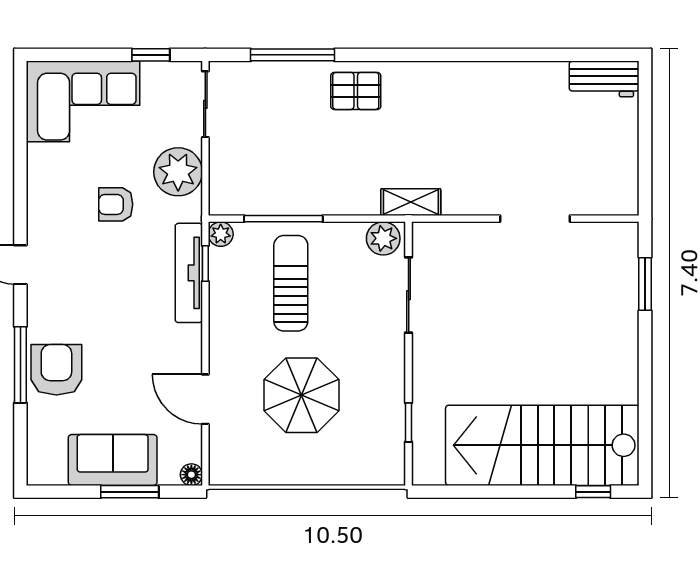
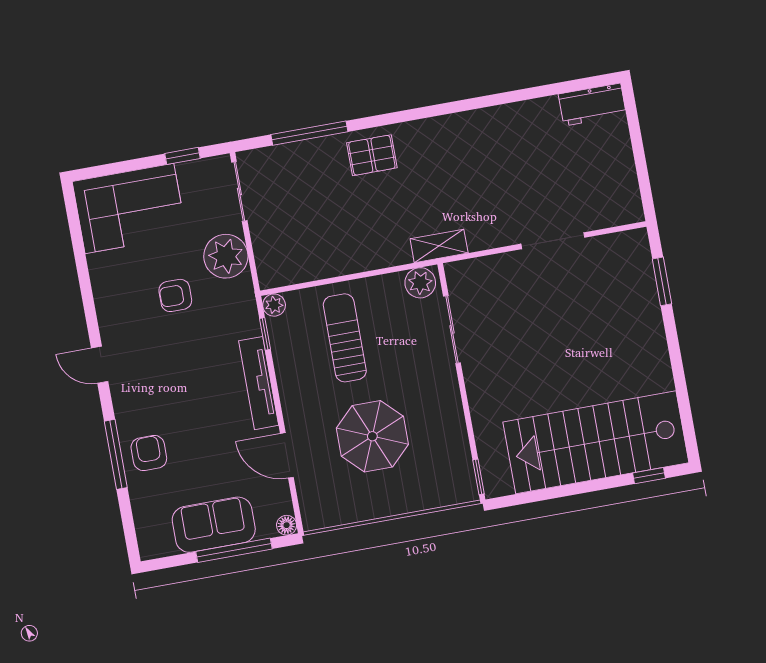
window: (283, 219) -> (328, 281), removed
tv unit: (189, 273) -> (259, 383), moved
armchair: (56, 370) -> (149, 453), width x0.72, depth x0.72
window: (409, 422) -> (478, 477), moved
window: (130, 492) -> (234, 550), width x1.44

